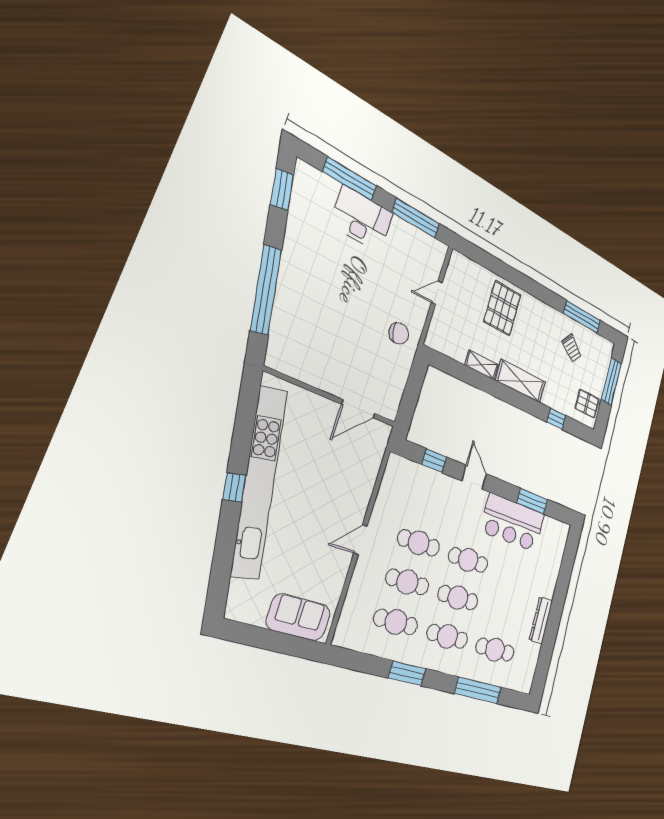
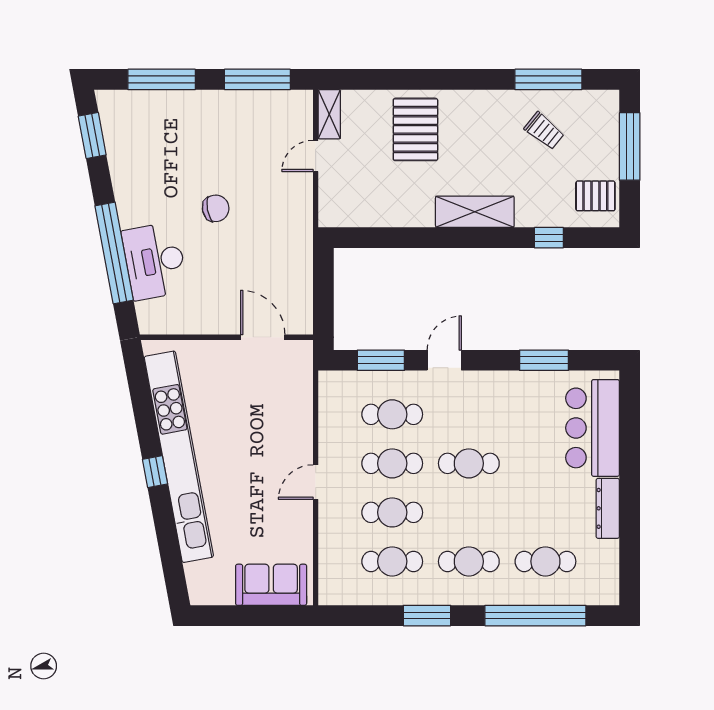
desk: (362, 219) -> (155, 261), moved, turned -101
chair: (399, 333) -> (216, 208), moved
shelving: (482, 365) -> (329, 114), moved, turned 90
door: (358, 409) -> (263, 337), swing flipped
window: (434, 461) -> (381, 360), width x1.50
door: (474, 477) -> (444, 360), hinge flipped
bar counter: (513, 523) -> (593, 428), moved, turned 90
cafe table: (458, 598) -> (392, 414), moved
window: (478, 690) -> (535, 616), width x1.46

